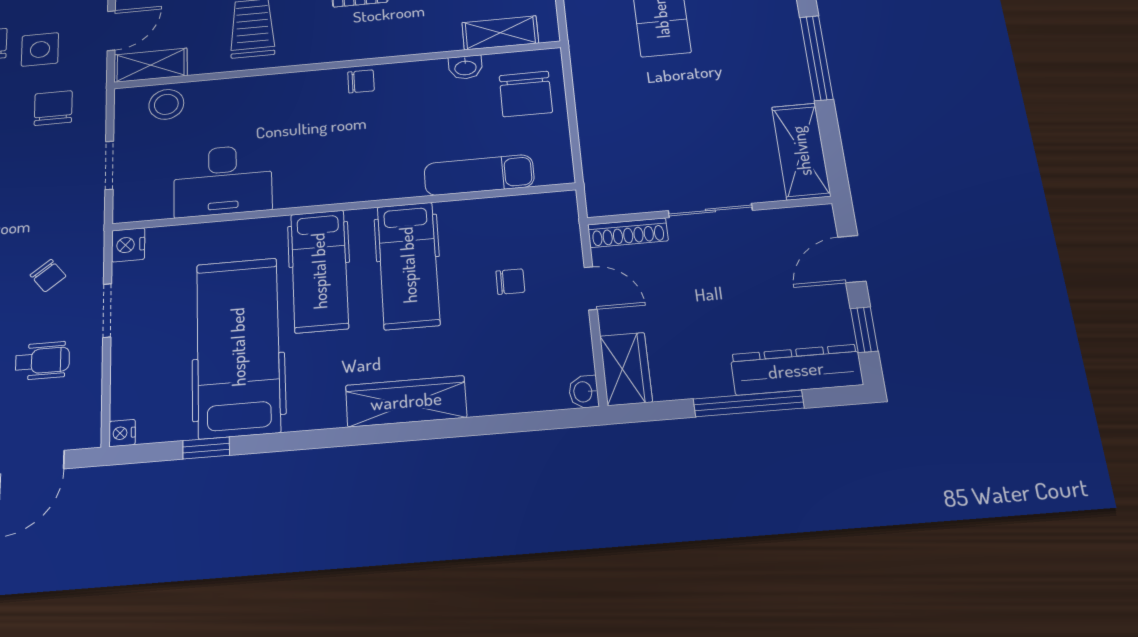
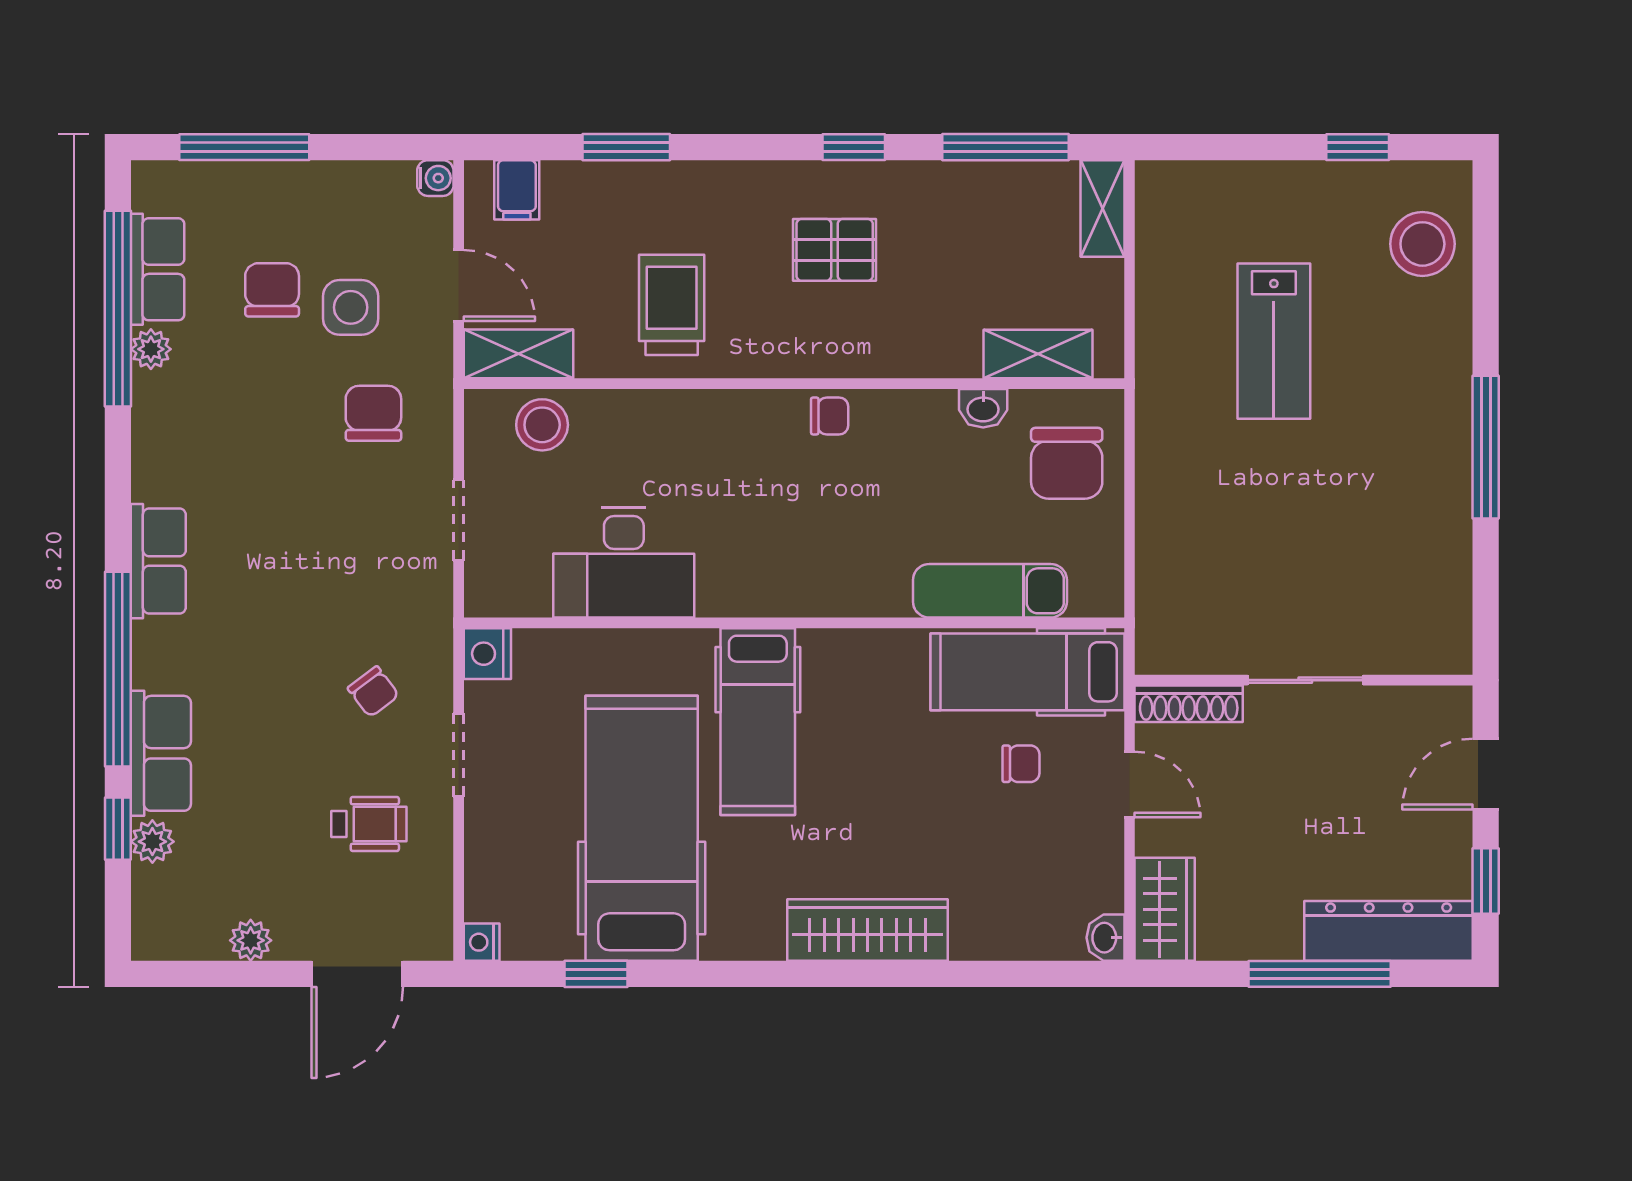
door: (111, 31) -> (459, 285), hinge flipped
shelving: (801, 151) -> (1442, 599), removed
hospital bed: (408, 265) -> (1027, 672), moved, turned 90

